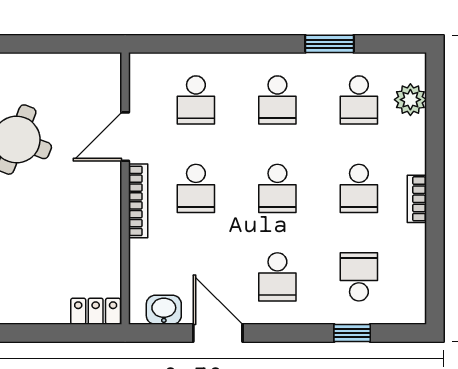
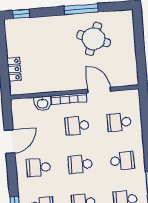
school desk: (277, 100) -> (122, 161), turned 180
washbasin: (164, 310) -> (42, 103), moved, turned 90
locker: (96, 311) -> (14, 69), moved

